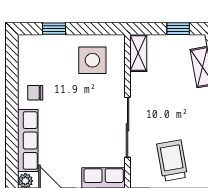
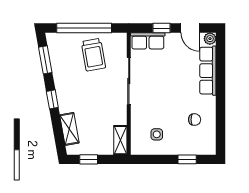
side table: (92, 60) -> (157, 134), width x0.54, depth x0.54
chair: (35, 93) -> (195, 120), moved

